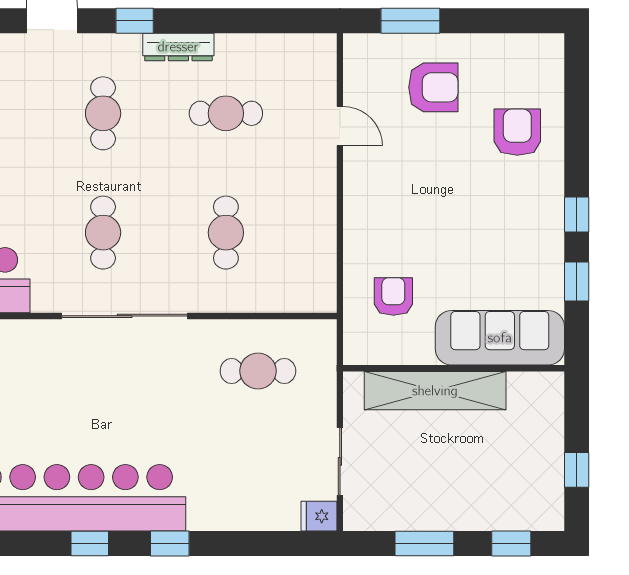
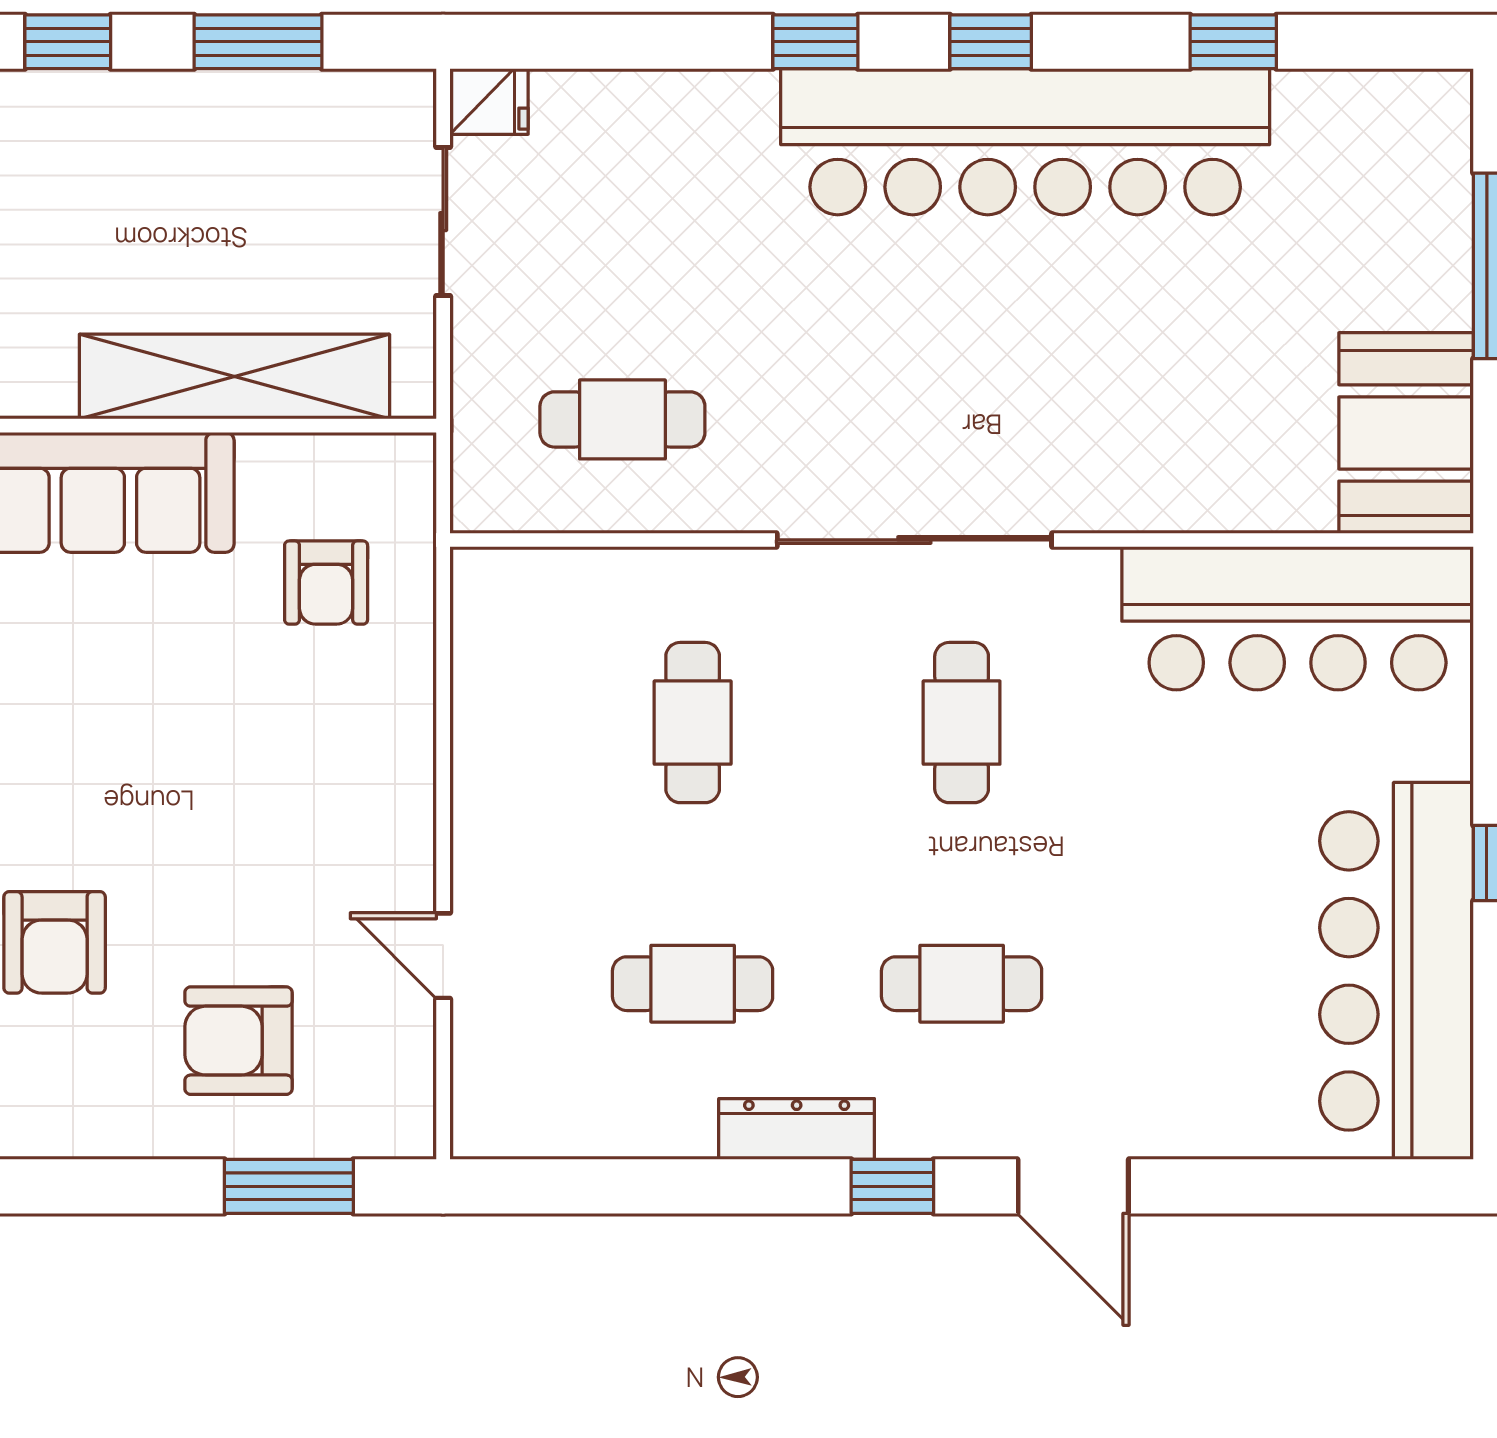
cafe table: (103, 113) -> (962, 984), turned 90

